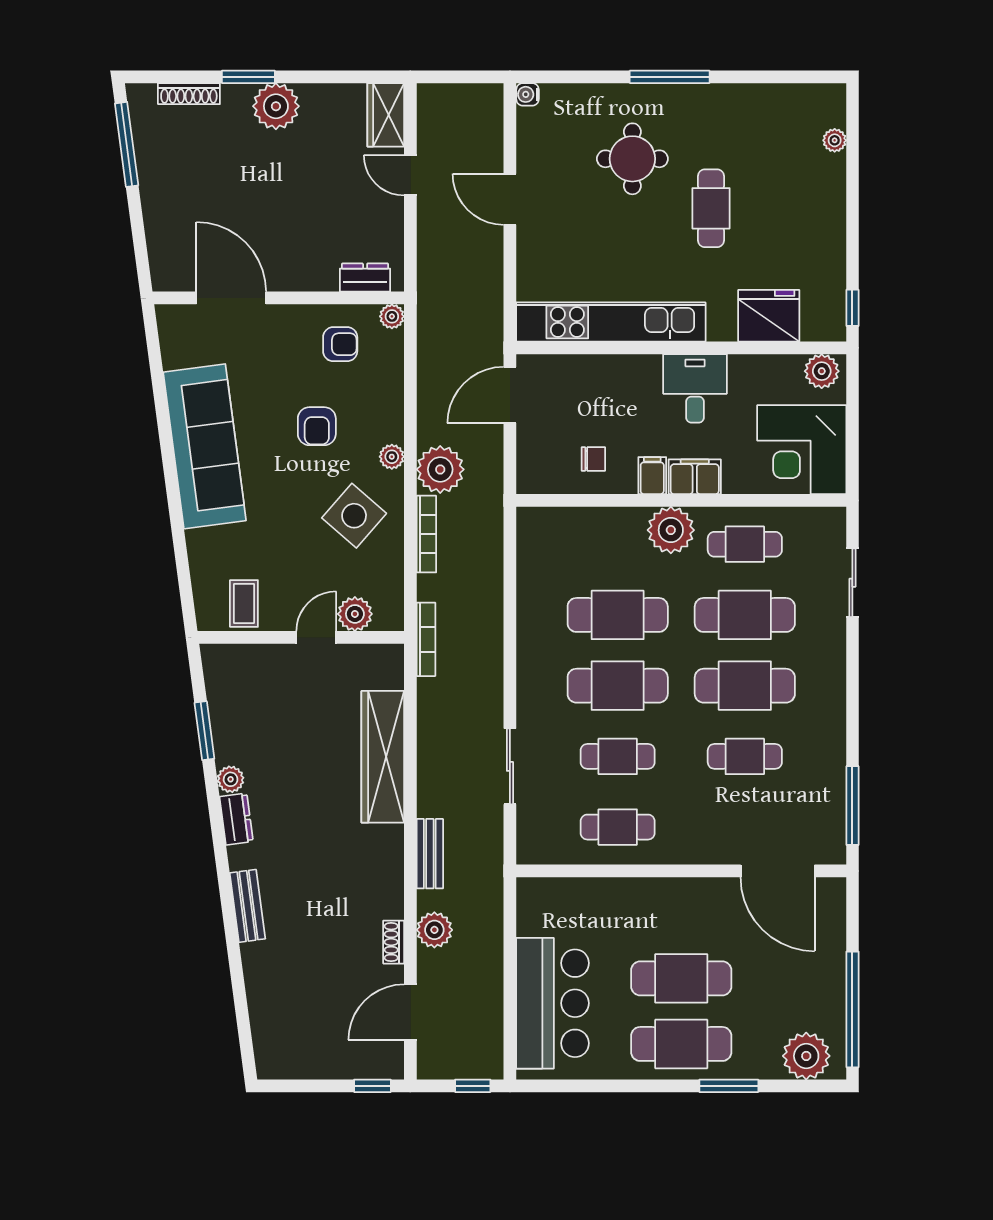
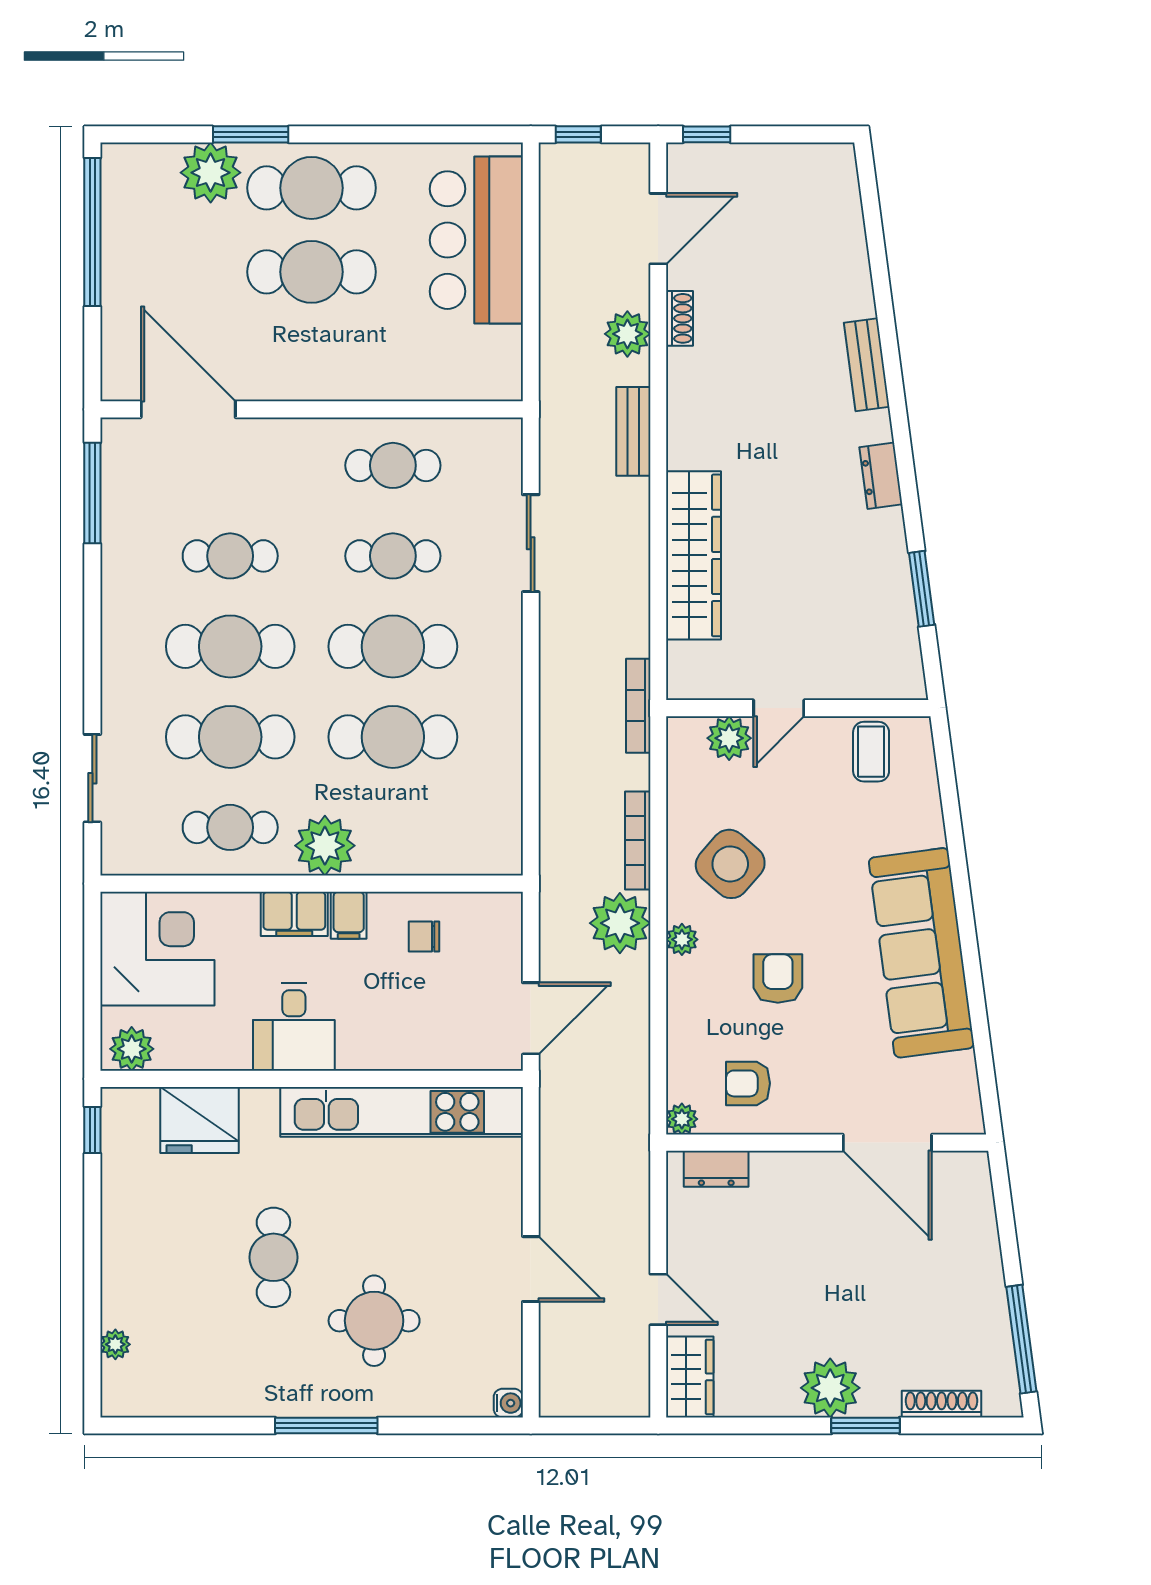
plant: (231, 779) -> (888, 527), removed
plant: (806, 1056) -> (211, 173), moved

